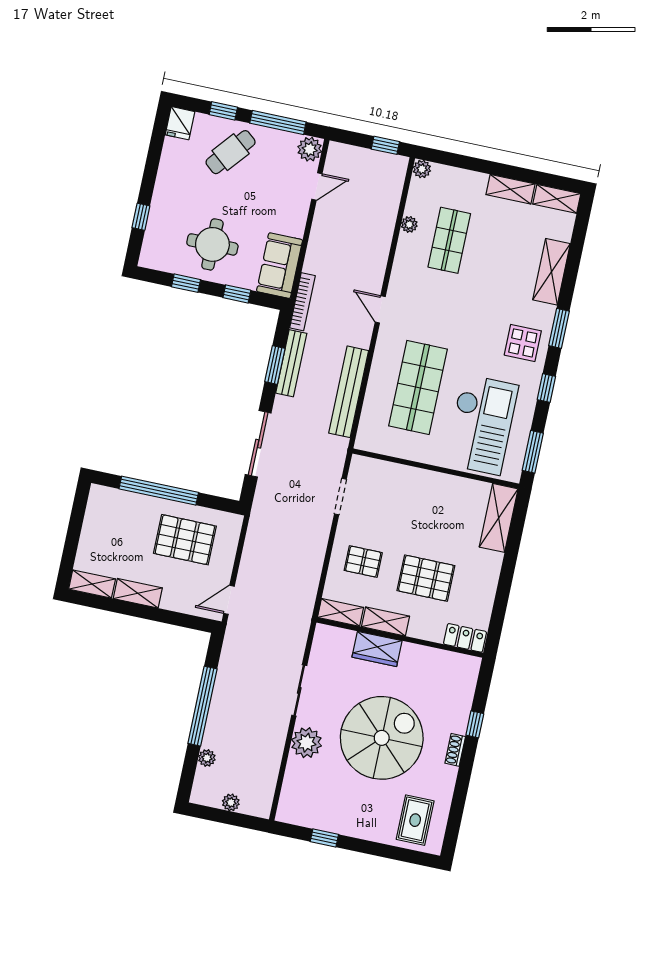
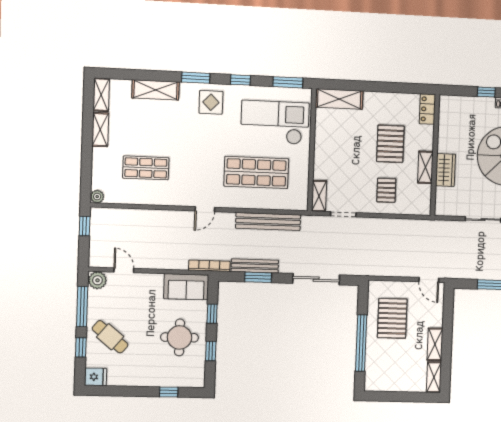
plant: (409, 224) -> (139, 199), removed
shelving: (341, 612) -> (319, 196), moved

